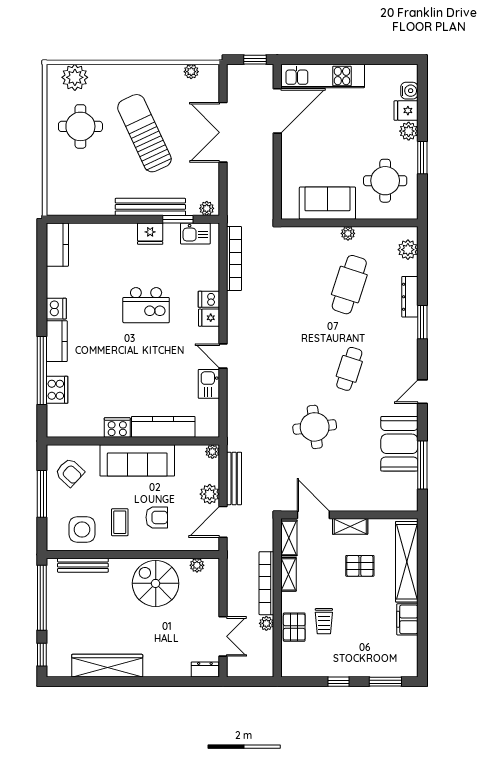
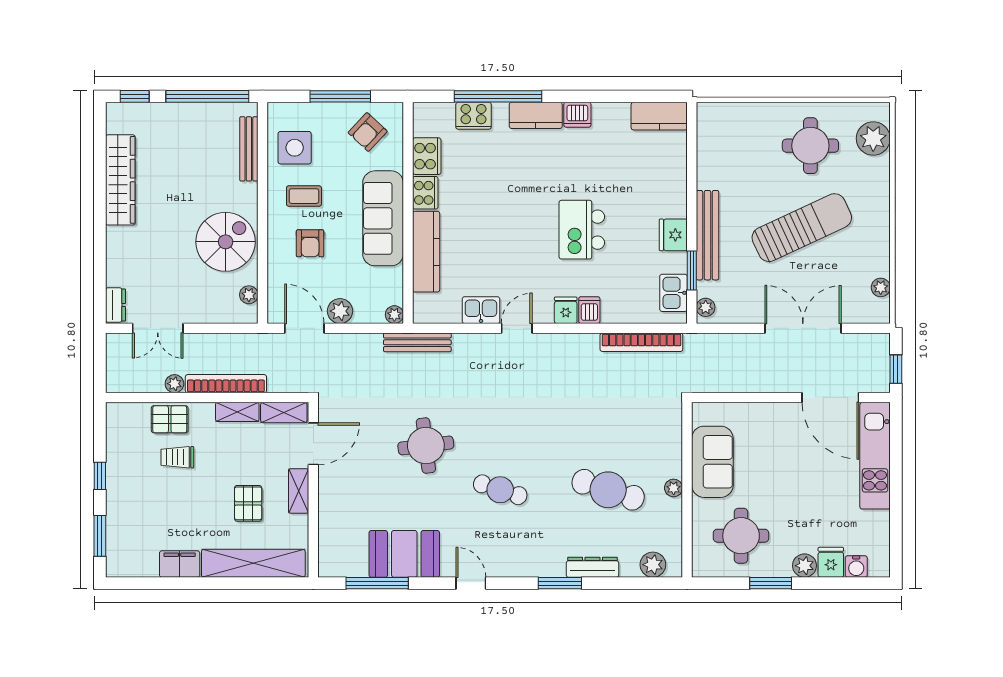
cooker: (89, 426) -> (427, 156), added
bench: (234, 478) -> (417, 342), moved

